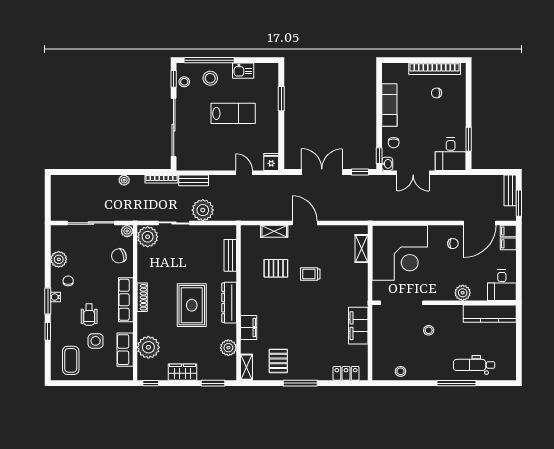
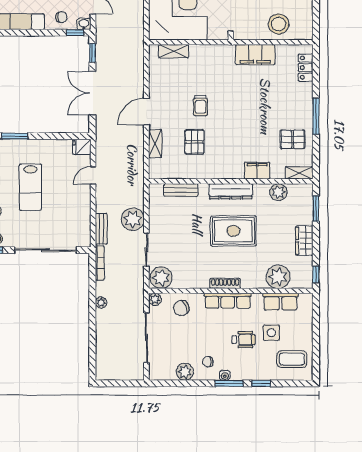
lab bench: (233, 113) -> (30, 187), turned 180
chair: (119, 256) -> (181, 308), turned 85
stool: (401, 371) -> (279, 24), moved, width x1.89, depth x1.89

